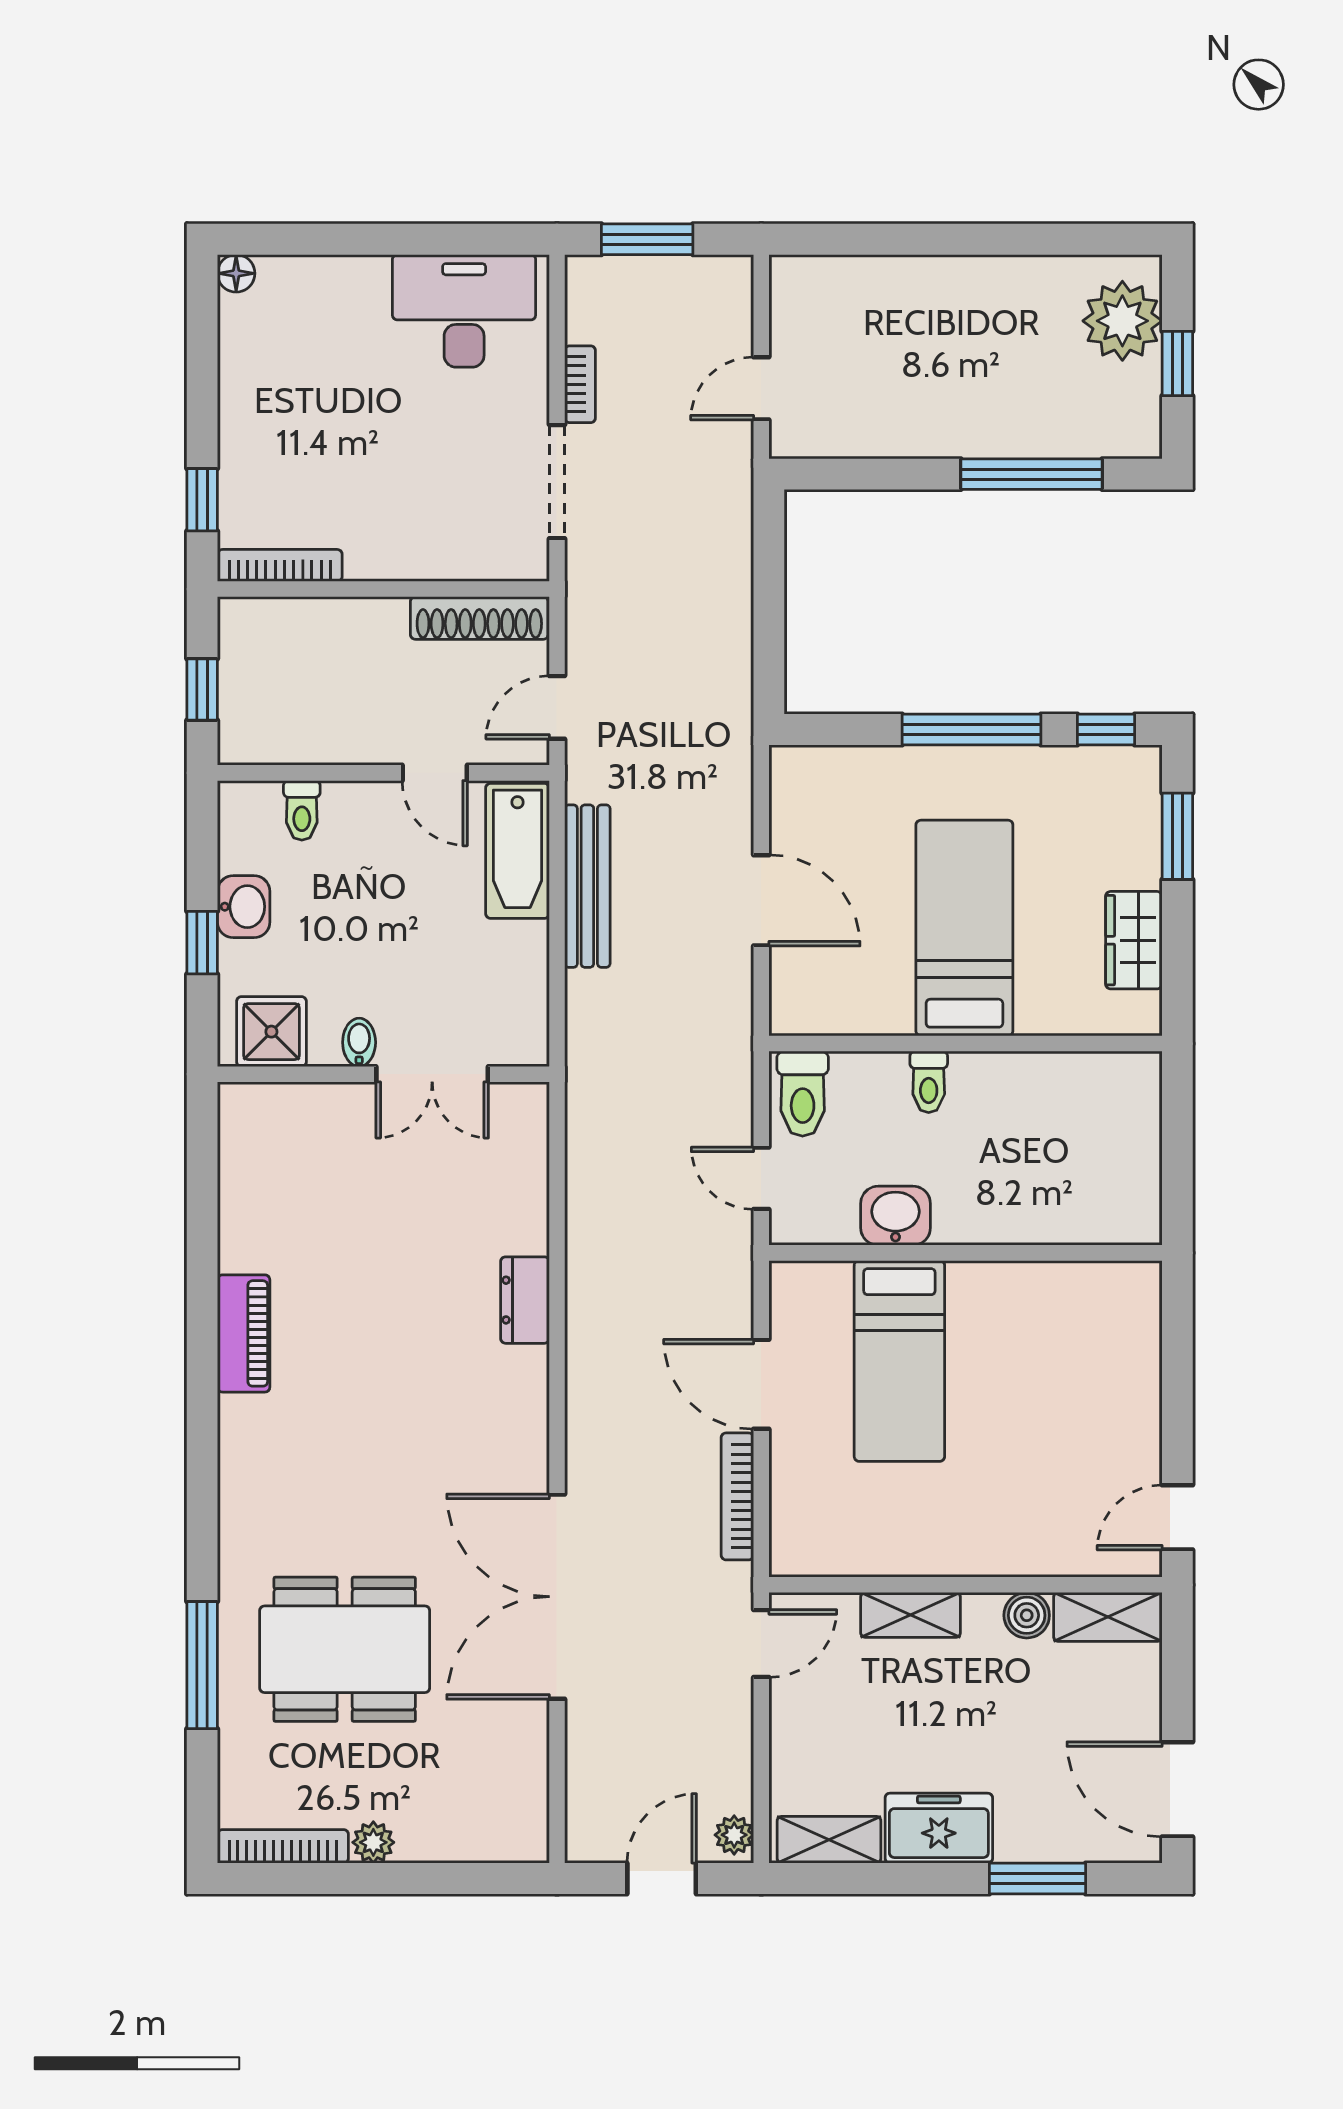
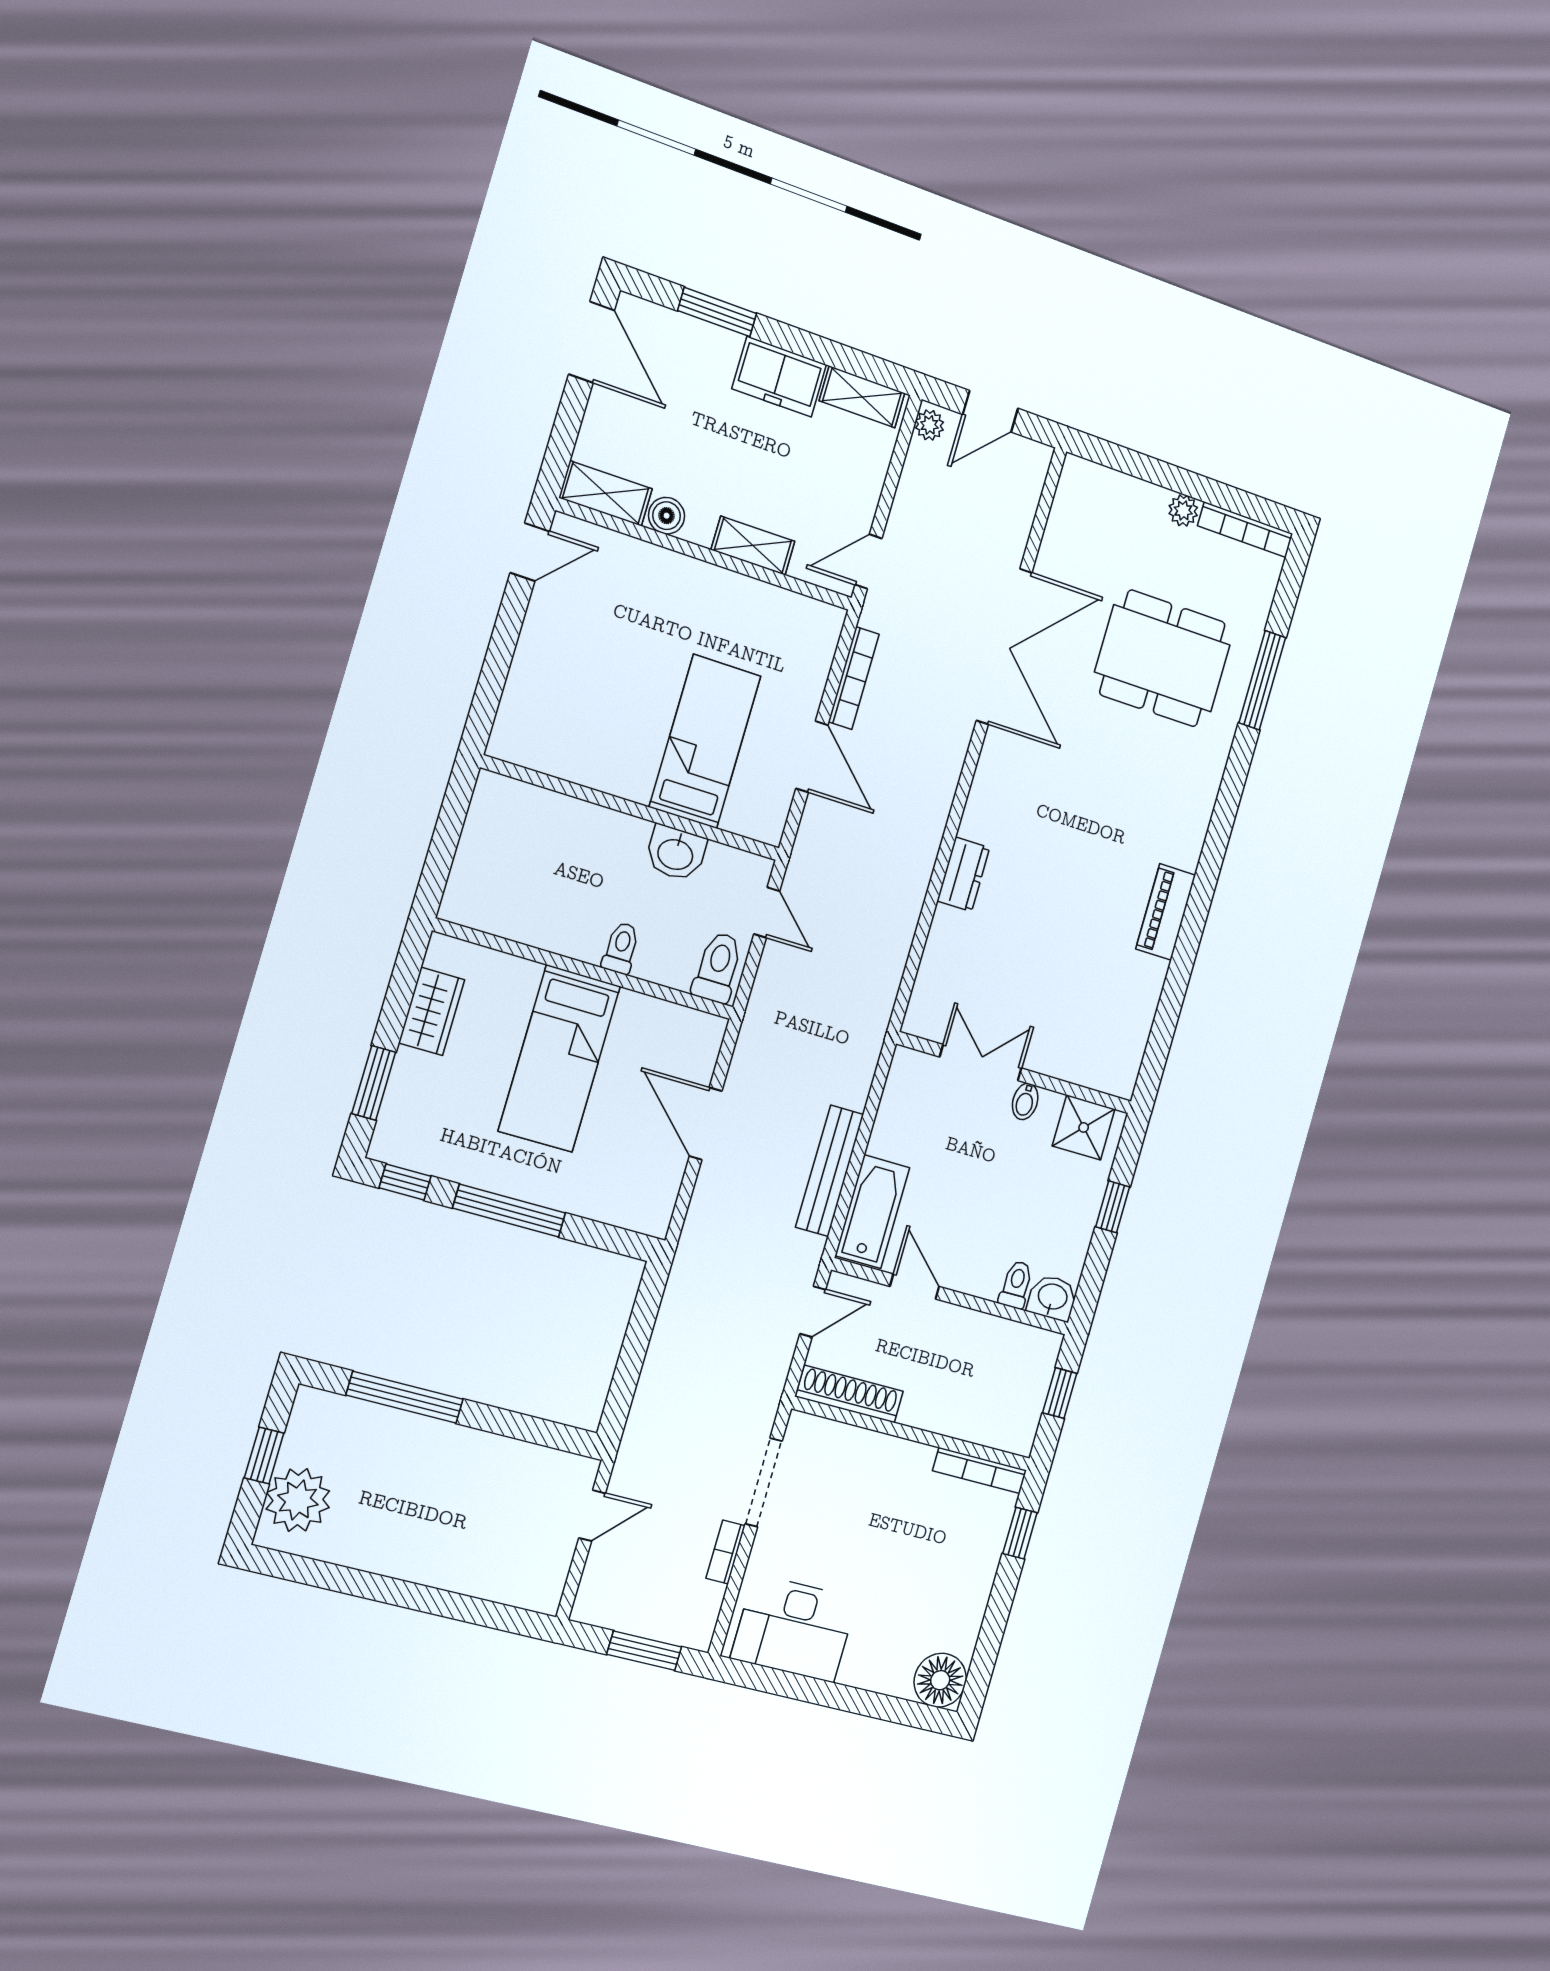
floor lamp: (236, 273) -> (940, 1680), width x1.89, depth x1.89
washbasin: (244, 907) -> (1052, 1298), moved, turned 90

